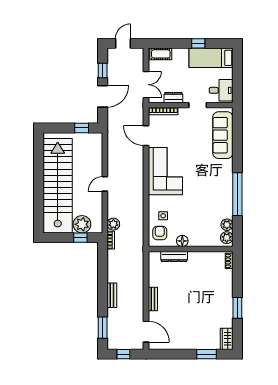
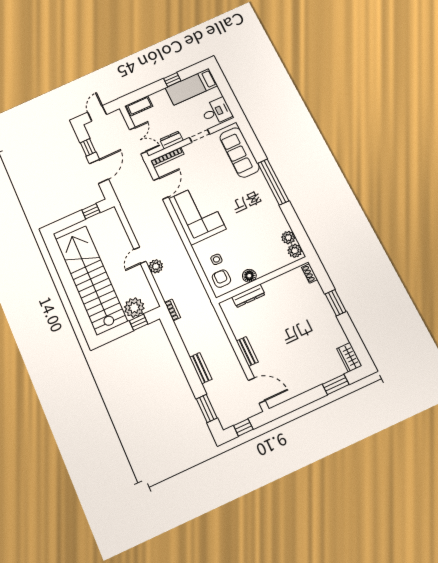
door: (146, 136) -> (161, 189), swing flipped
window: (237, 194) -> (273, 182), moved
plant: (113, 224) -> (156, 266), moved
window: (237, 308) -> (336, 303), moved

